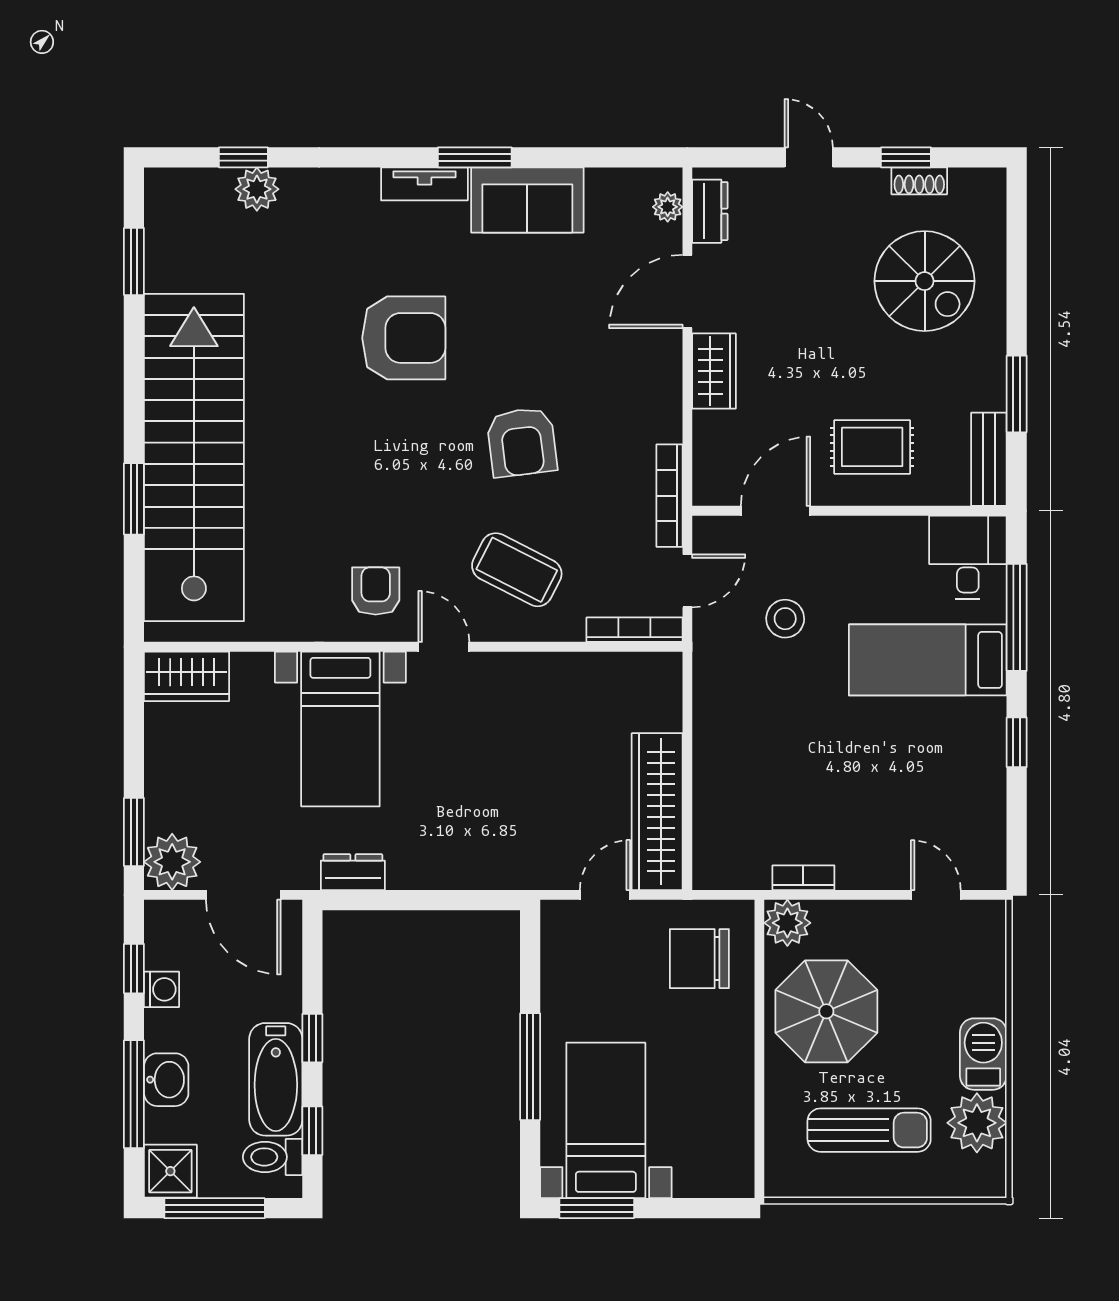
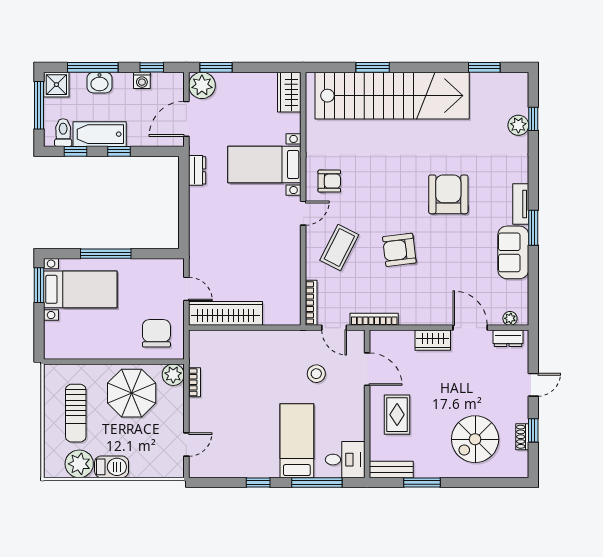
armchair: (404, 338) -> (448, 194), turned 180

